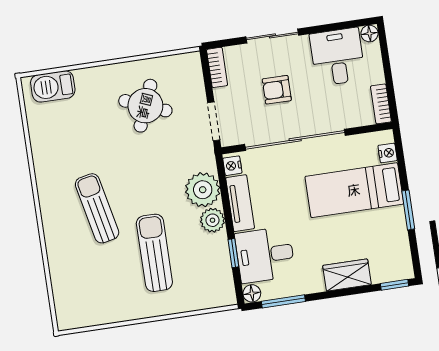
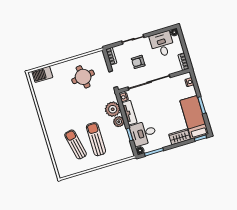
round table: (145, 106) -> (83, 77), turned -30
bed: (354, 190) -> (194, 117), moved, turned 90
sun lounger: (97, 208) -> (76, 144), moved

